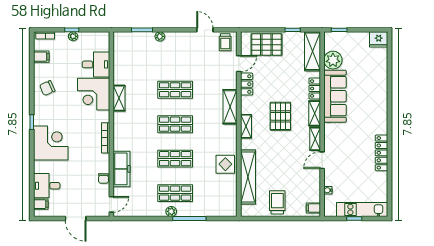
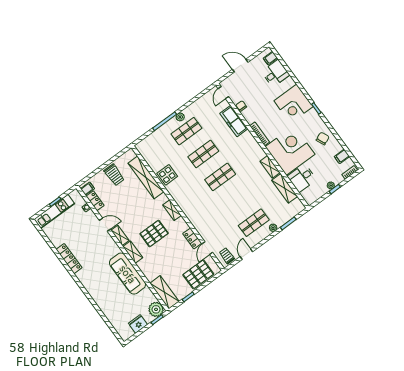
door: (205, 30) -> (246, 254), swing flipped
fridge: (379, 39) -> (138, 324), moved
plant: (333, 60) -> (156, 309), moved
locker: (315, 89) -> (95, 201), moved
shop shelf: (175, 90) -> (254, 223), moved
corner desk: (94, 94) -> (290, 151), width x1.36, depth x1.36
shelving: (230, 107) -> (285, 188), moved
pallet: (280, 116) -> (154, 233), turned 90
door: (322, 160) -> (105, 225), hinge flipped

